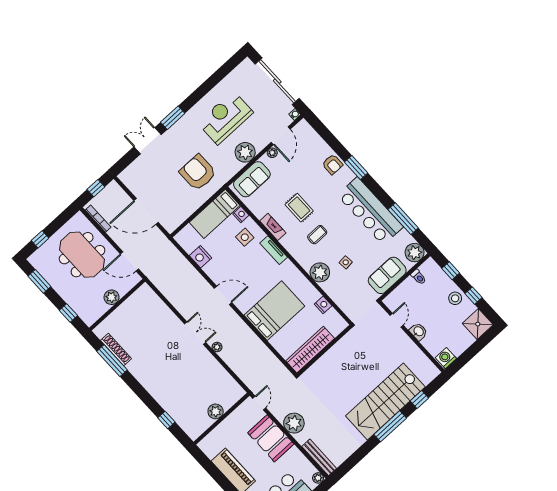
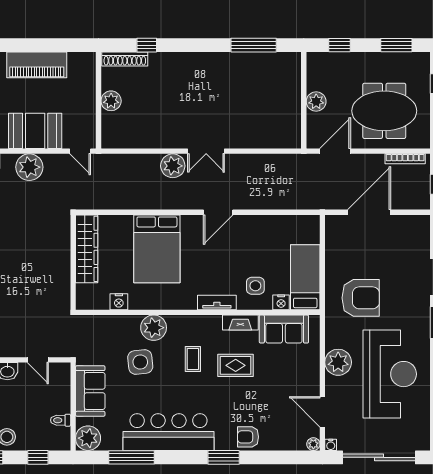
reception desk: (225, 118) -> (390, 374), width x1.36, depth x1.30
plant: (272, 153) -> (313, 444), moved
sofa: (252, 179) -> (284, 329), moved, turned -90
nightstand: (200, 257) -> (276, 225), removed
side table: (346, 262) -> (140, 362), width x1.87, depth x1.87
plant: (217, 347) -> (173, 166), width x1.88, depth x1.88
shoe rack: (116, 350) -> (125, 59), moved

